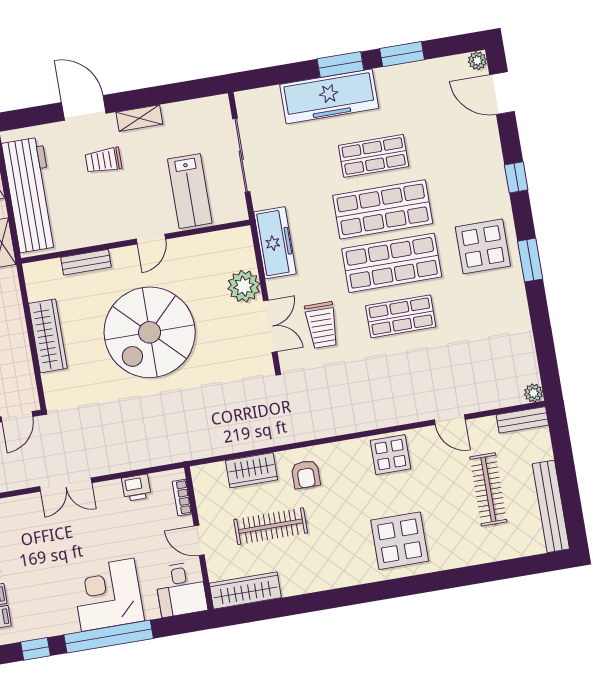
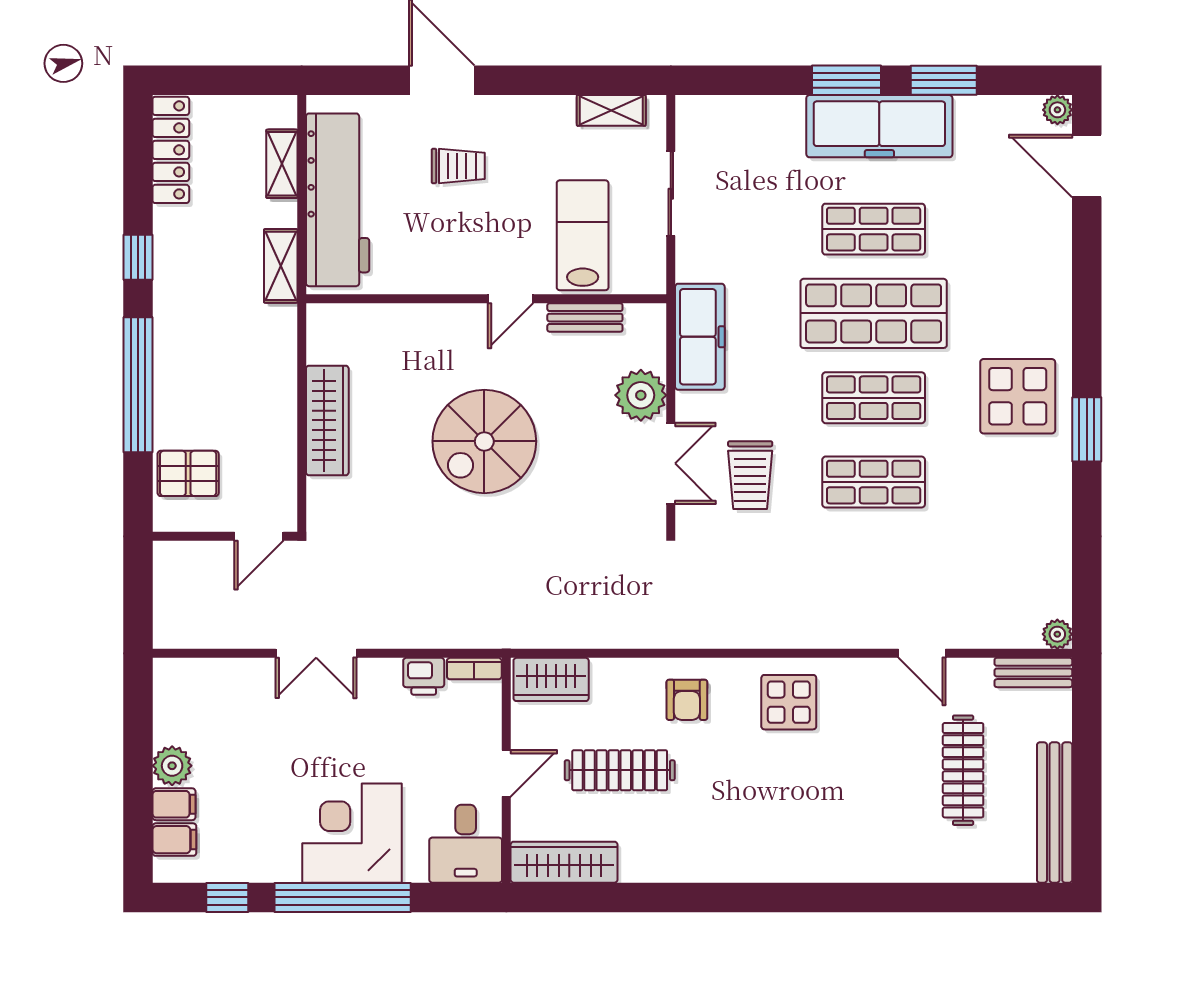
freezer: (329, 96) -> (879, 126), moved
shelving: (139, 118) -> (611, 110), moved
sliding door: (241, 155) -> (671, 194), width x0.73
trolley: (104, 160) -> (458, 166), turned 180
window: (516, 177) -> (1087, 299), removed
lab bench: (190, 191) -> (583, 235), turned 180
bench: (86, 262) -> (585, 318), moved
shop shelf: (392, 263) -> (874, 398), width x0.70, depth x0.74
spiral stairs: (150, 332) -> (484, 441), width x0.73, depth x0.73
display table: (390, 455) -> (789, 702), moved
wardrobe: (252, 470) -> (551, 679), moved
bookcase: (182, 497) -> (474, 669), moved, turned -90
door: (199, 540) -> (506, 773), swing flipped
display table: (400, 541) -> (814, 826), removed

